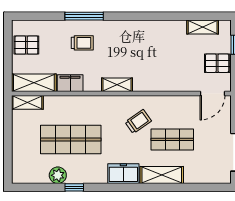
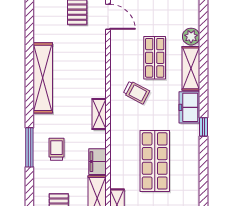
shelving: (203, 27) -> (43, 78), moved, width x2.20, depth x1.33
trolley: (138, 121) -> (136, 92), turned 153
plant: (58, 175) -> (191, 37), moved
window: (74, 187) -> (203, 127), moved

